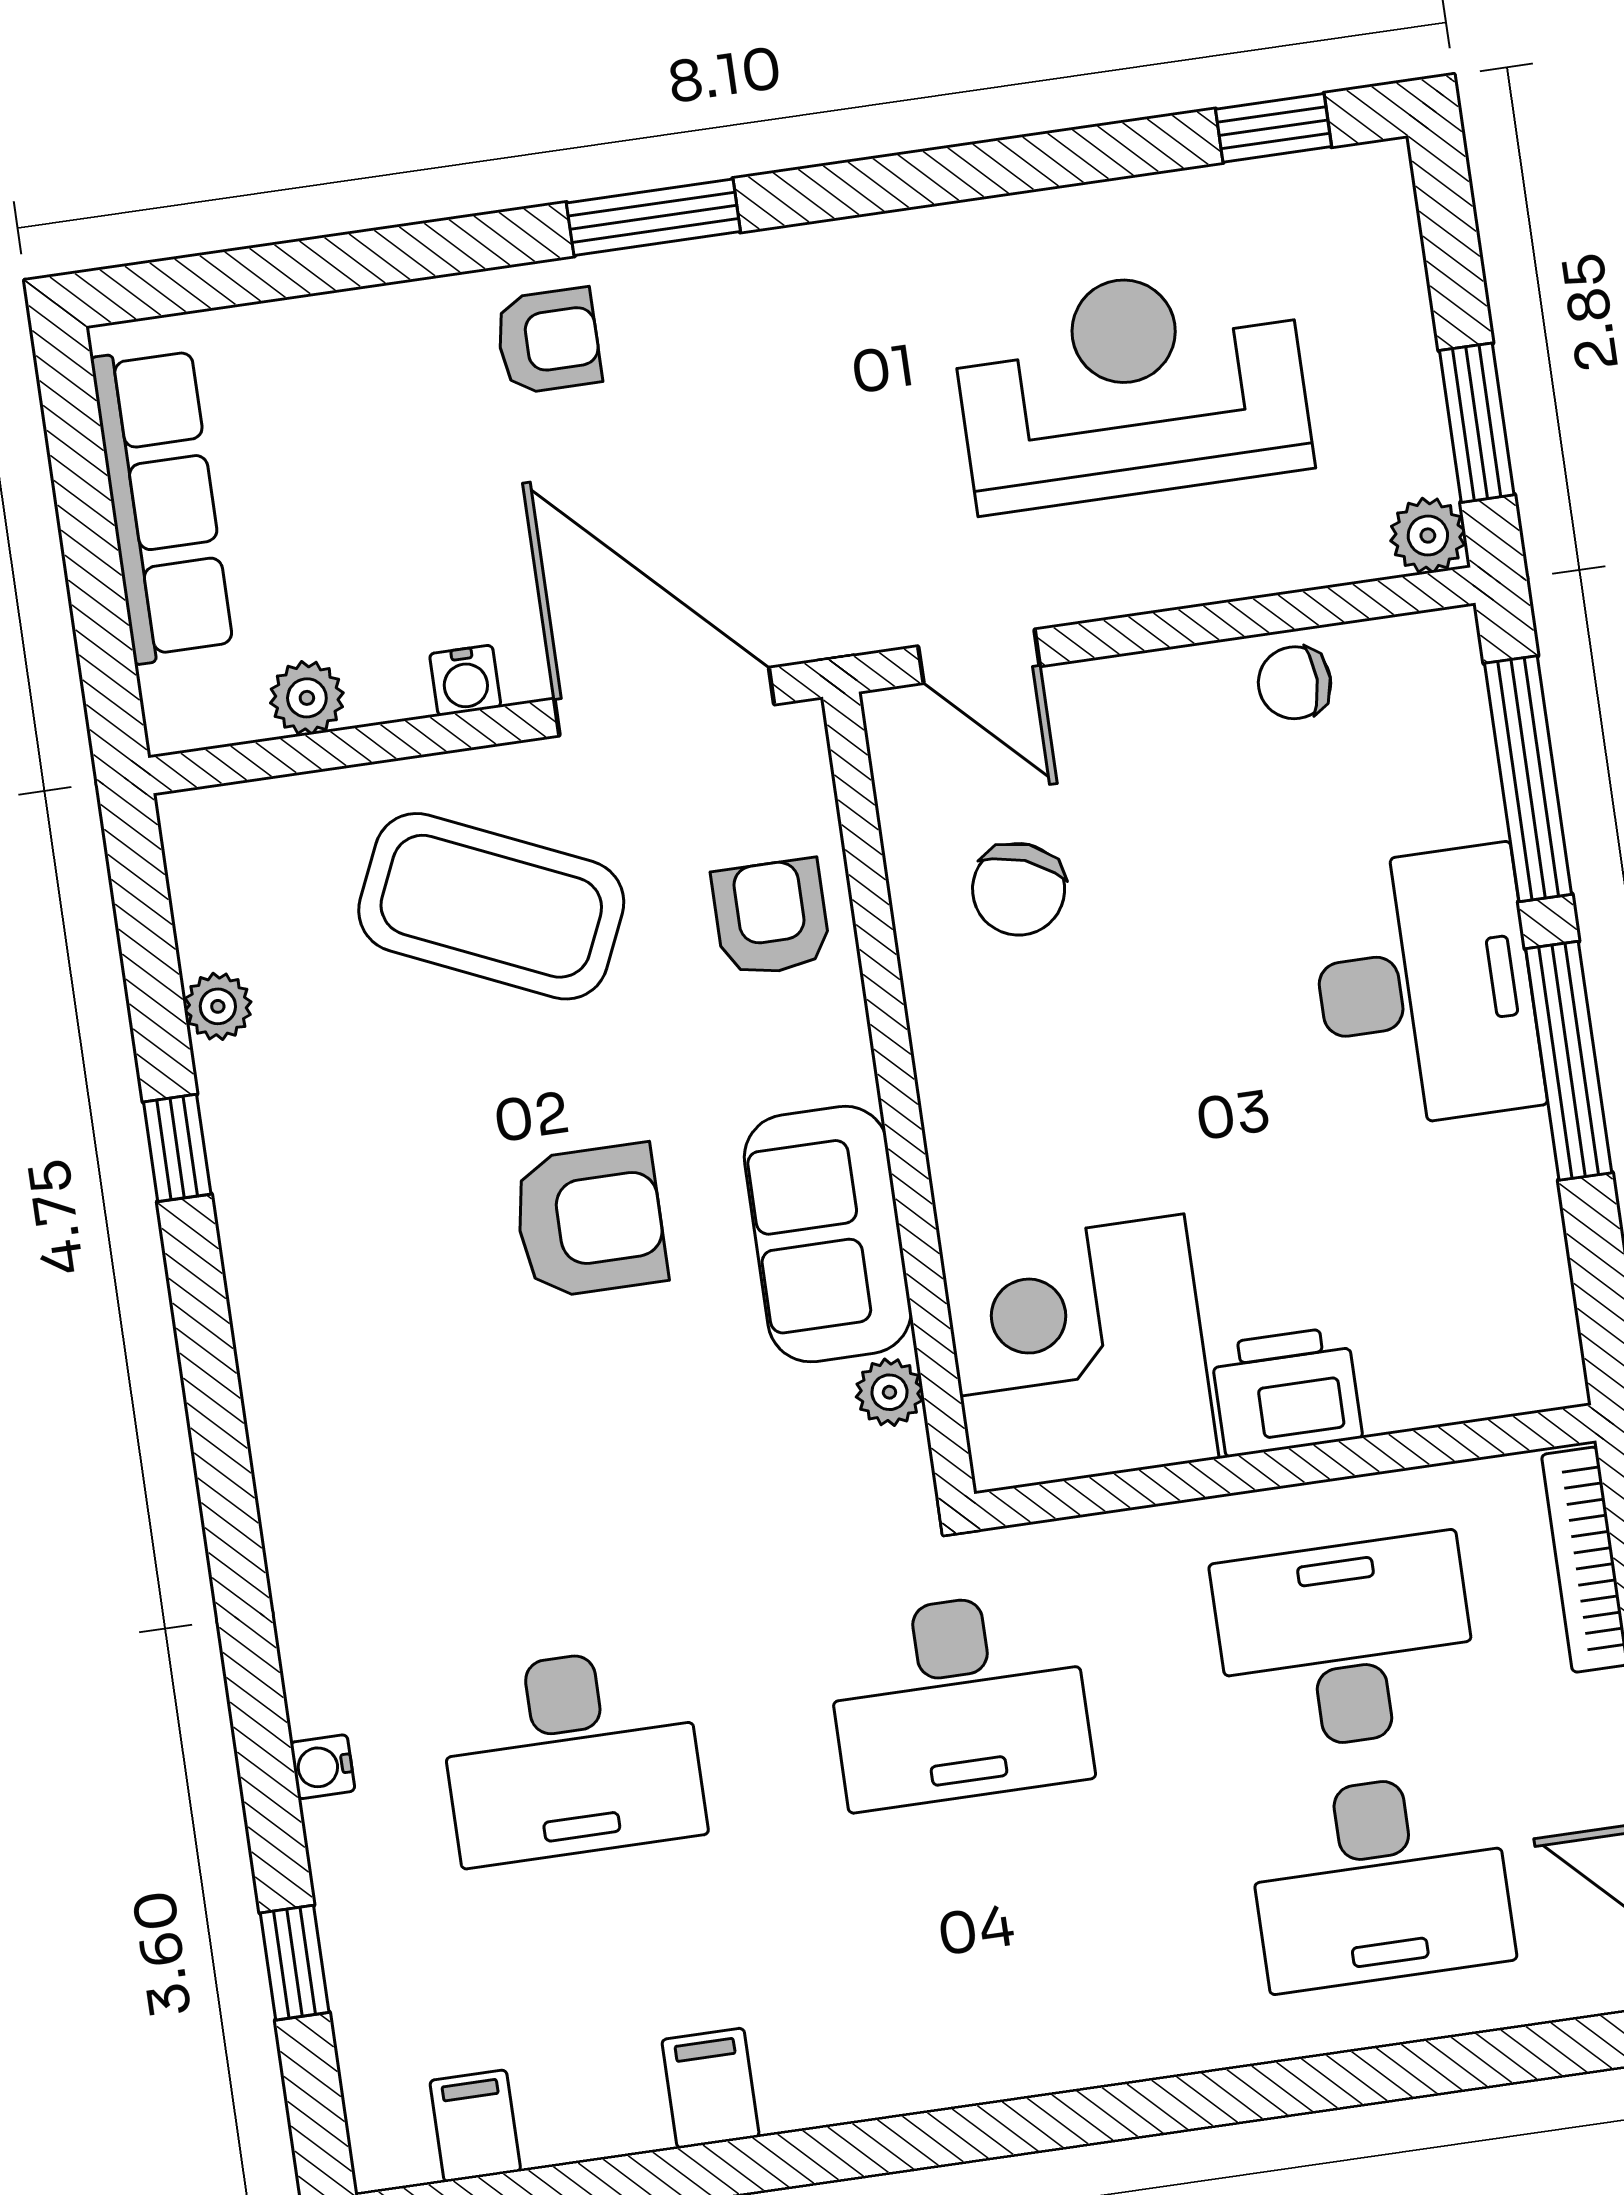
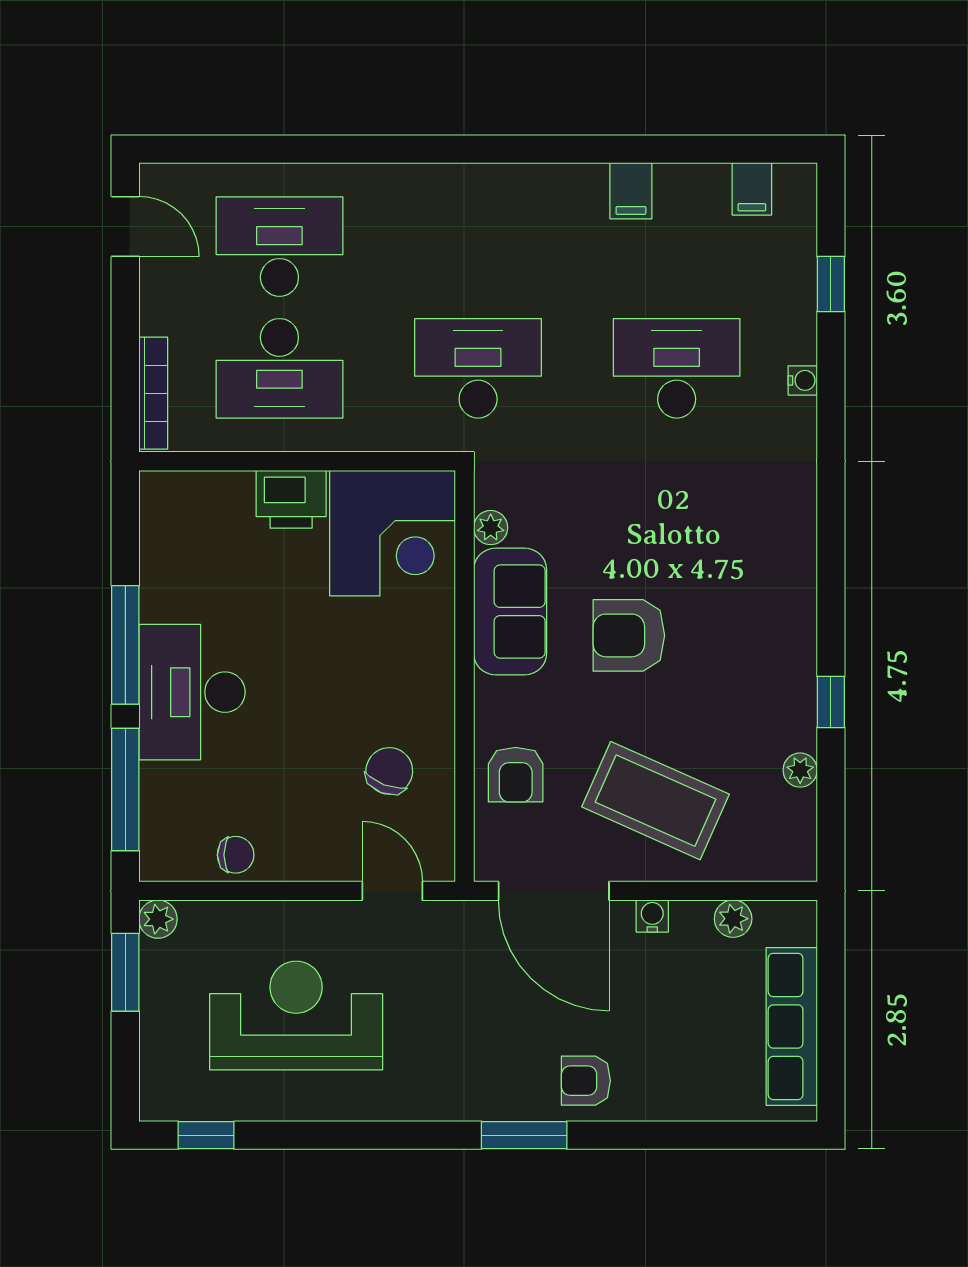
reception desk: (1132, 386) -> (296, 1015), turned 180

